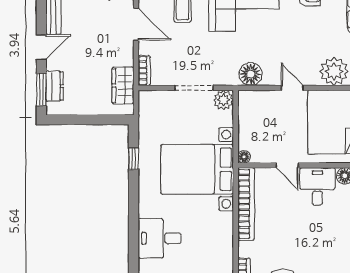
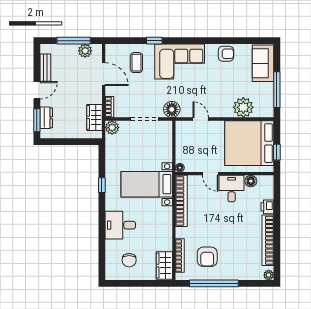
floor lamp: (251, 74) -> (172, 109), moved
door: (292, 88) -> (201, 119), moved
plant: (224, 100) -> (112, 128), moved
window: (134, 159) -> (102, 185), moved
bed with nightstands: (197, 169) -> (147, 184), width x0.73

